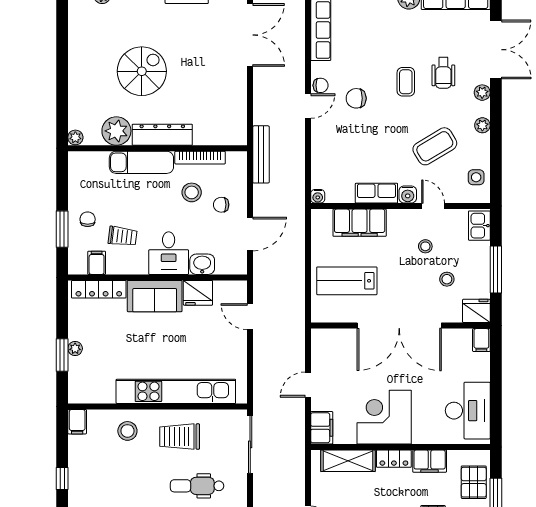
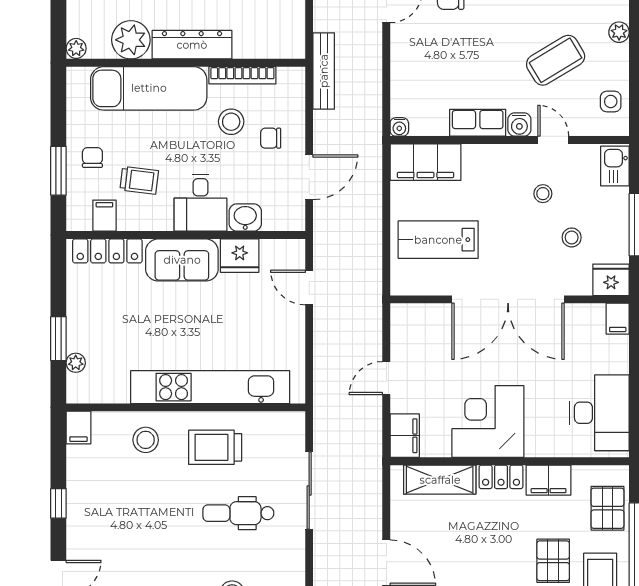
exam couch: (141, 162) -> (149, 88), width x1.36, depth x1.45
filing cabinet: (360, 223) -> (425, 162), moved
plant: (75, 348) -> (76, 363), moved
sliding door: (250, 444) -> (309, 490), moved

